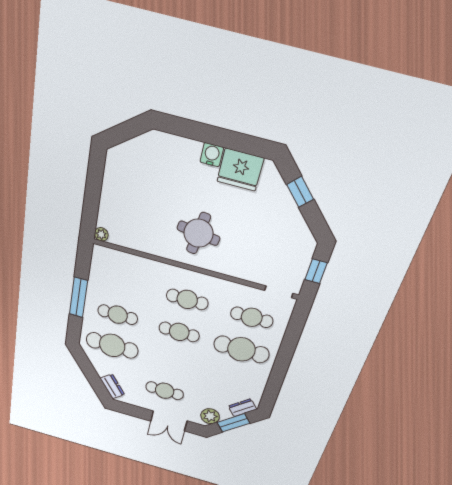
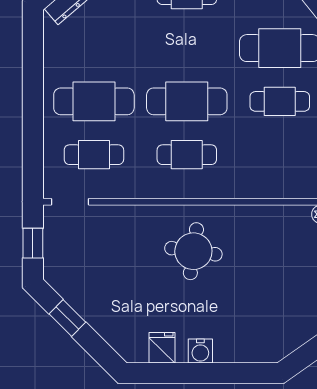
fridge: (240, 170) -> (162, 348), width x0.53, depth x0.75
window: (300, 192) -> (67, 318), moved
cafe table: (179, 332) -> (187, 101), width x1.37, depth x1.35

